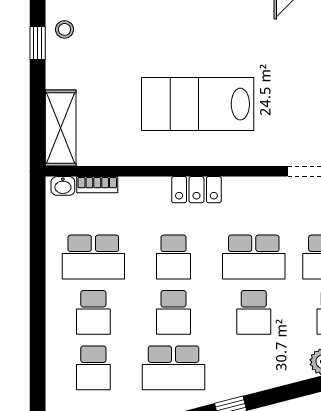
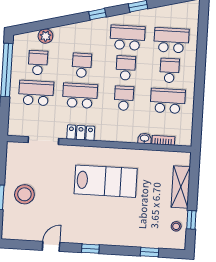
shelving: (61, 128) -> (181, 187), moved
washbasin: (63, 186) -> (145, 138), moved
locker: (196, 190) -> (81, 133), moved
school desk: (93, 368) -> (171, 40), width x1.85

